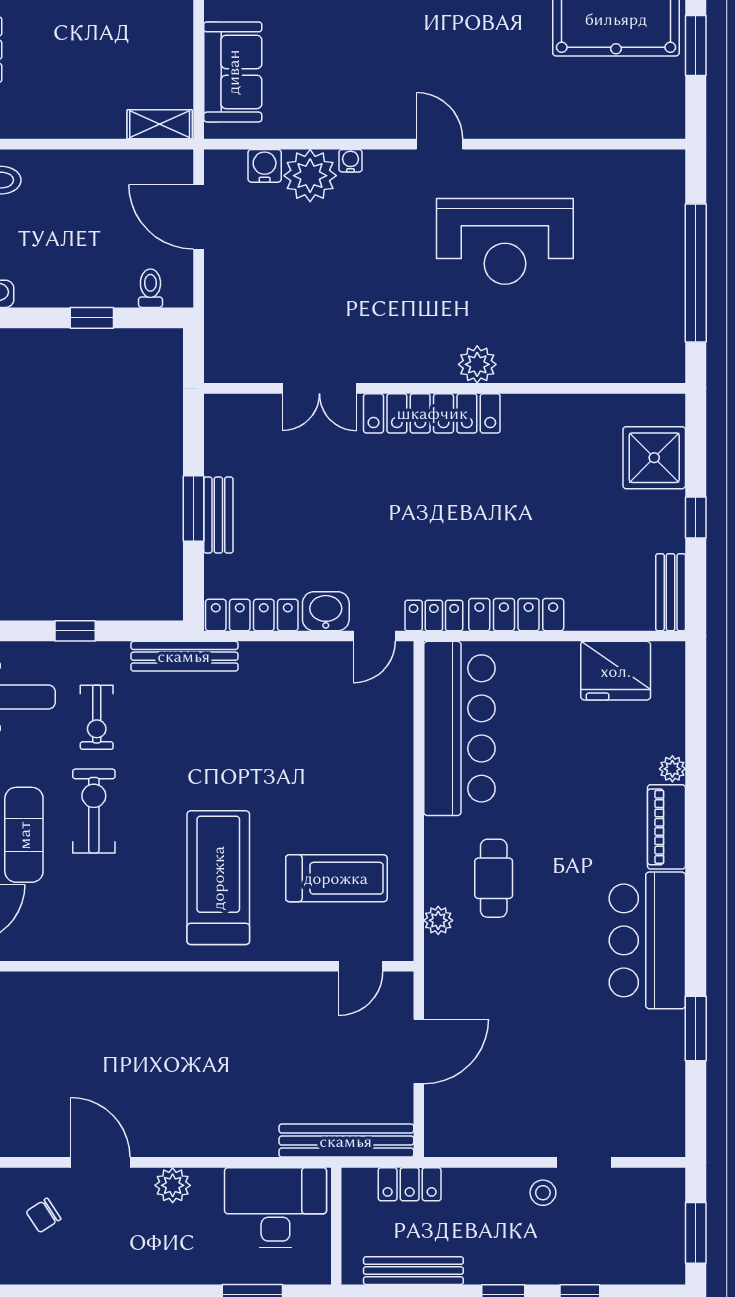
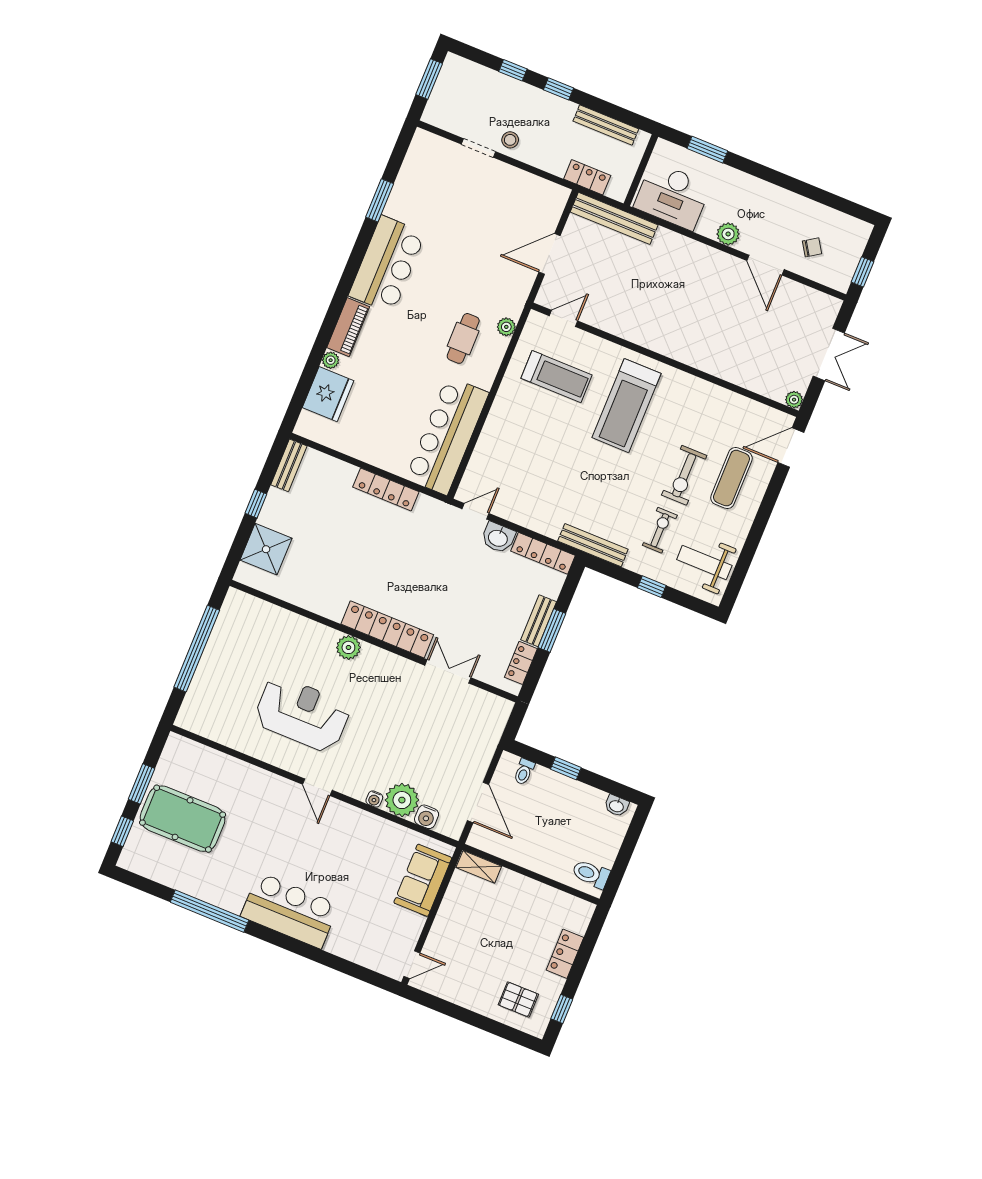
locker: (434, 616) -> (521, 663), moved, turned 90
fridge: (616, 671) -> (328, 394), moved, turned 90
treadmill: (336, 878) -> (556, 377), turned 180

